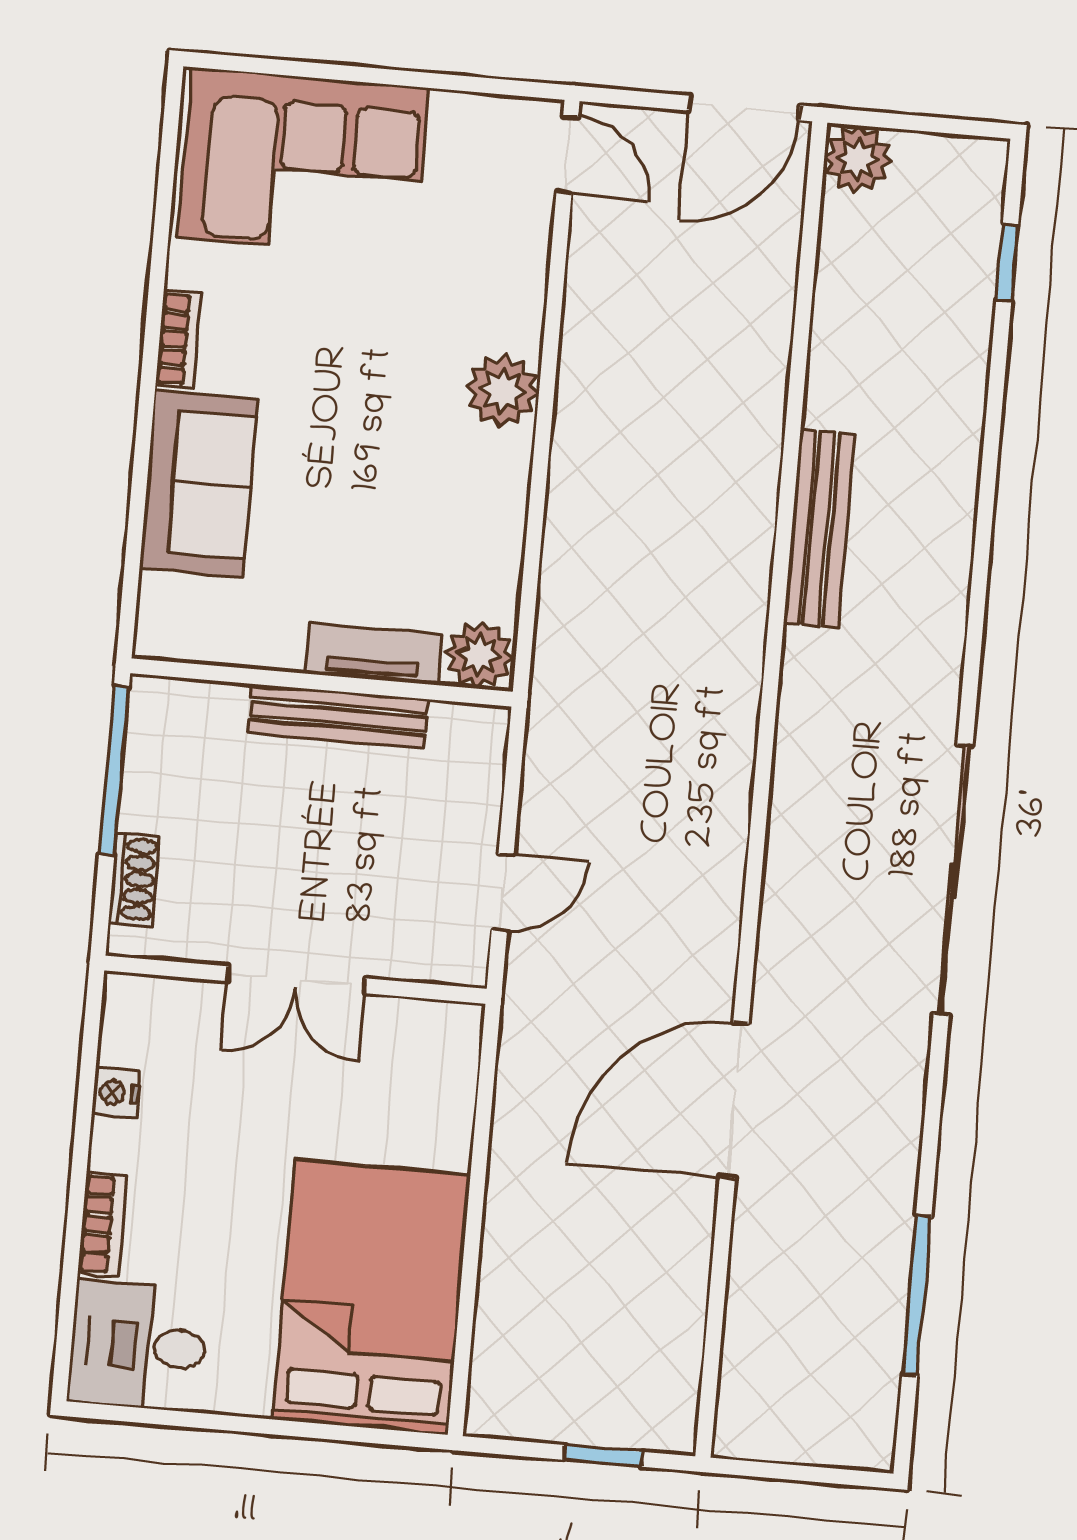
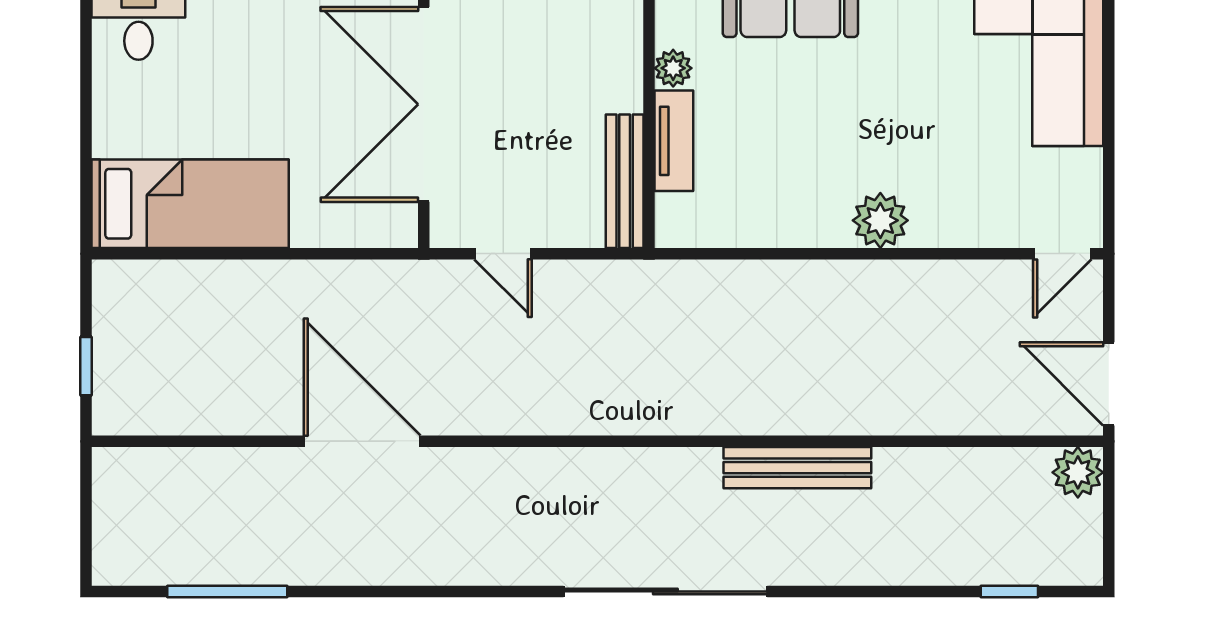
plant: (479, 655) -> (673, 68), moved, width x0.73, depth x0.73
bench: (338, 716) -> (625, 181), moved
sliding door: (953, 880) -> (665, 591), moved
double door: (296, 980) -> (424, 104), width x1.87
bed: (371, 1297) -> (190, 204), width x0.67

